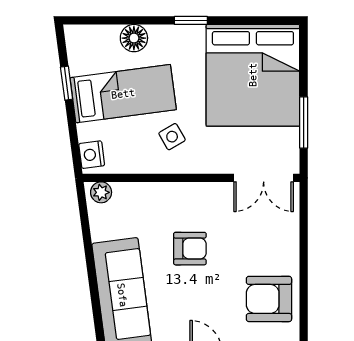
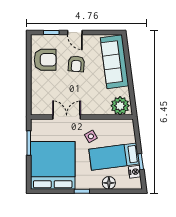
nightstand: (92, 155) -> (135, 172), moved
double door: (264, 178) -> (67, 117), moved
plant: (101, 192) -> (120, 106), width x1.87, depth x1.87
armchair: (190, 249) -> (76, 64), moved, turned -86

